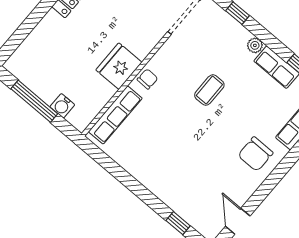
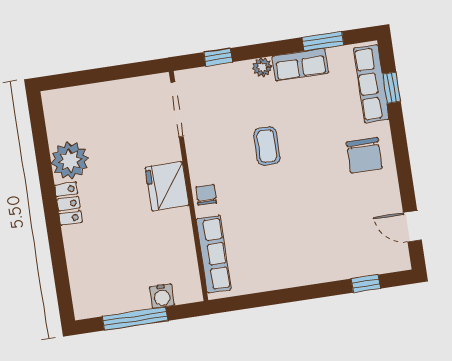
fridge: (119, 66) -> (167, 186), moved

